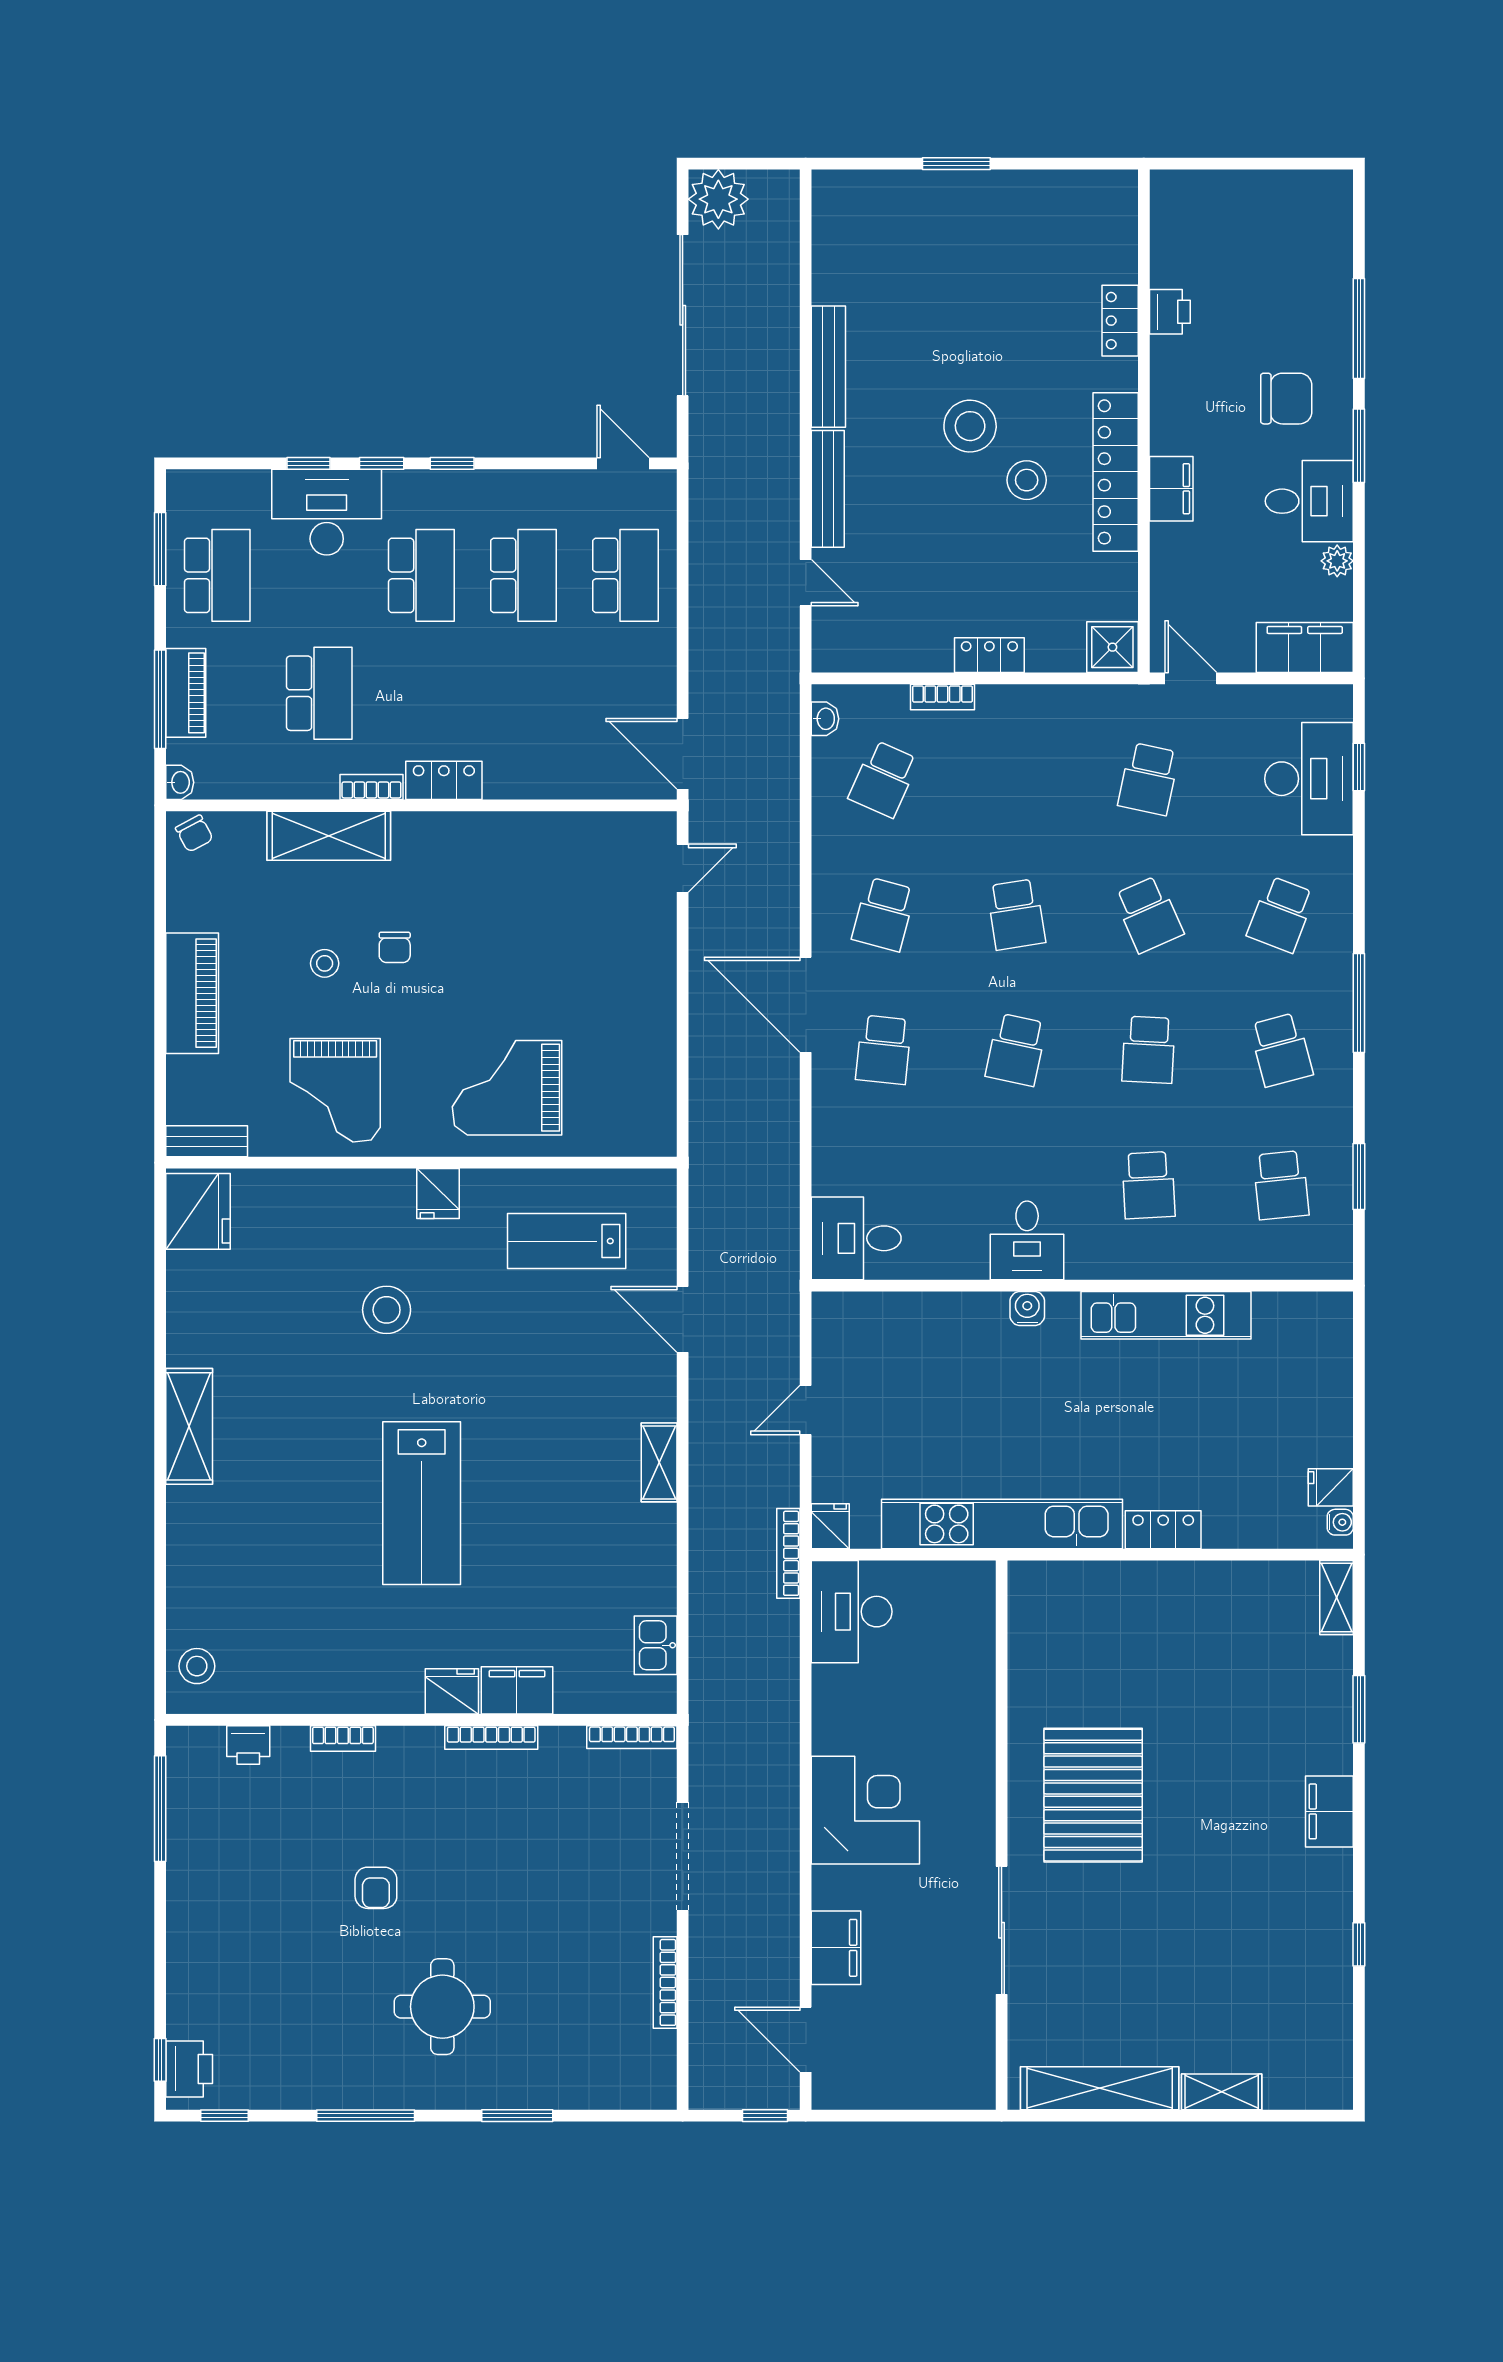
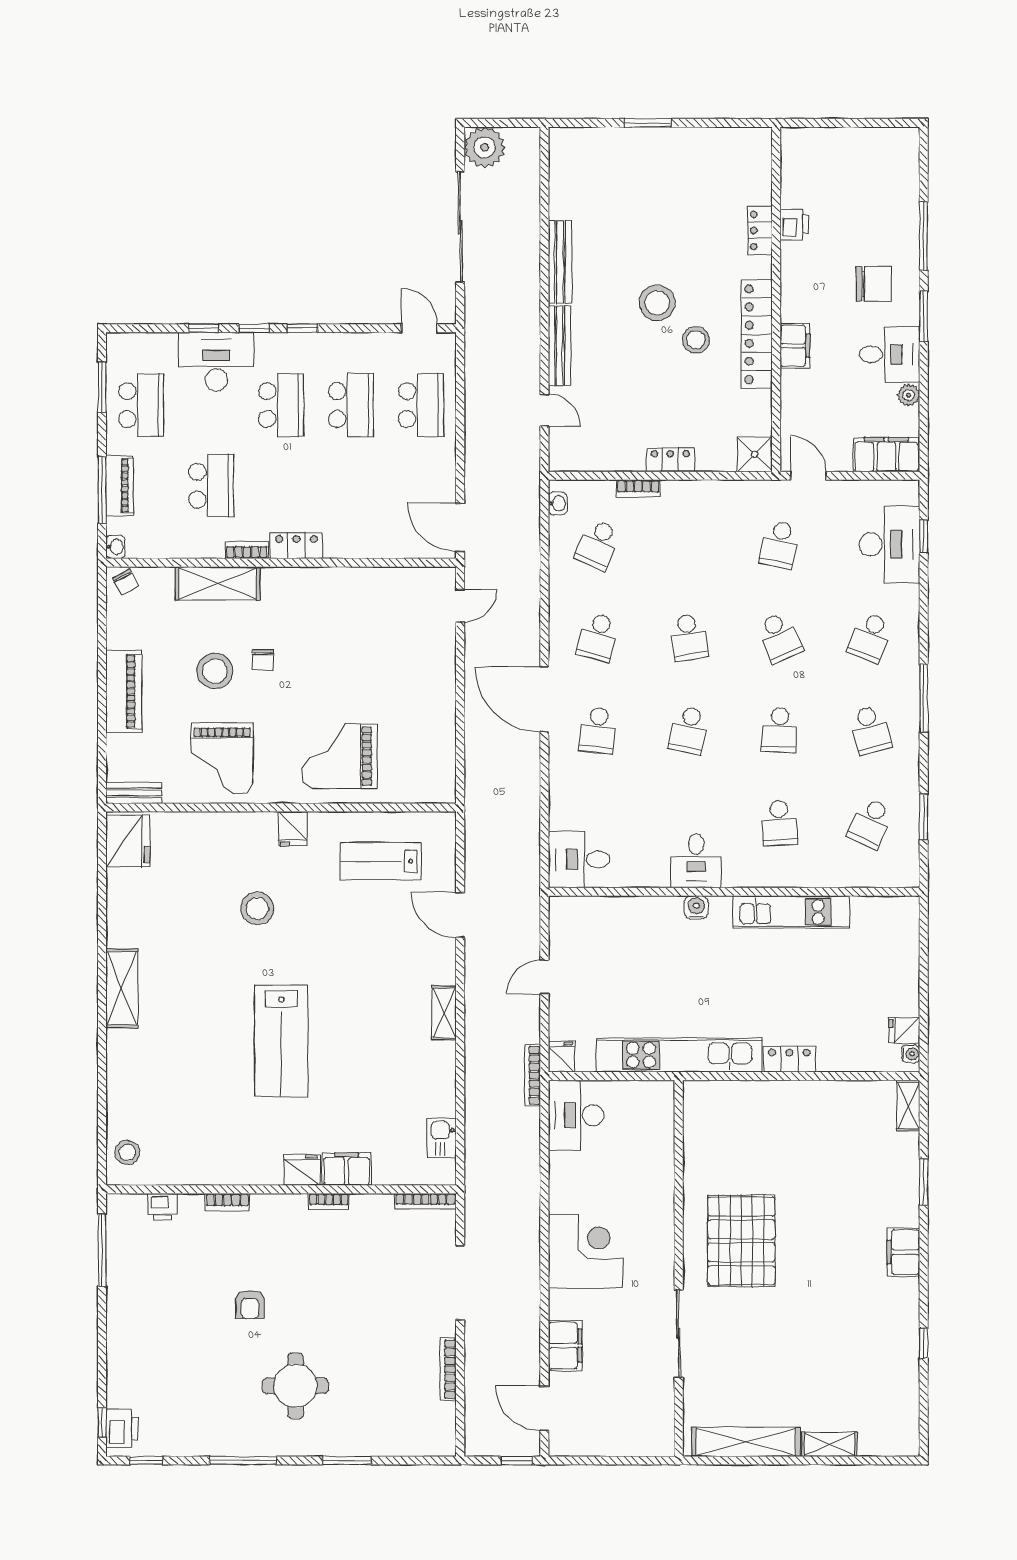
stool: (325, 963) -> (215, 671), width x1.89, depth x1.89
school desk: (1281, 1185) -> (870, 823), turned 30
bookcase: (491, 1737) -> (329, 1201), width x0.64

